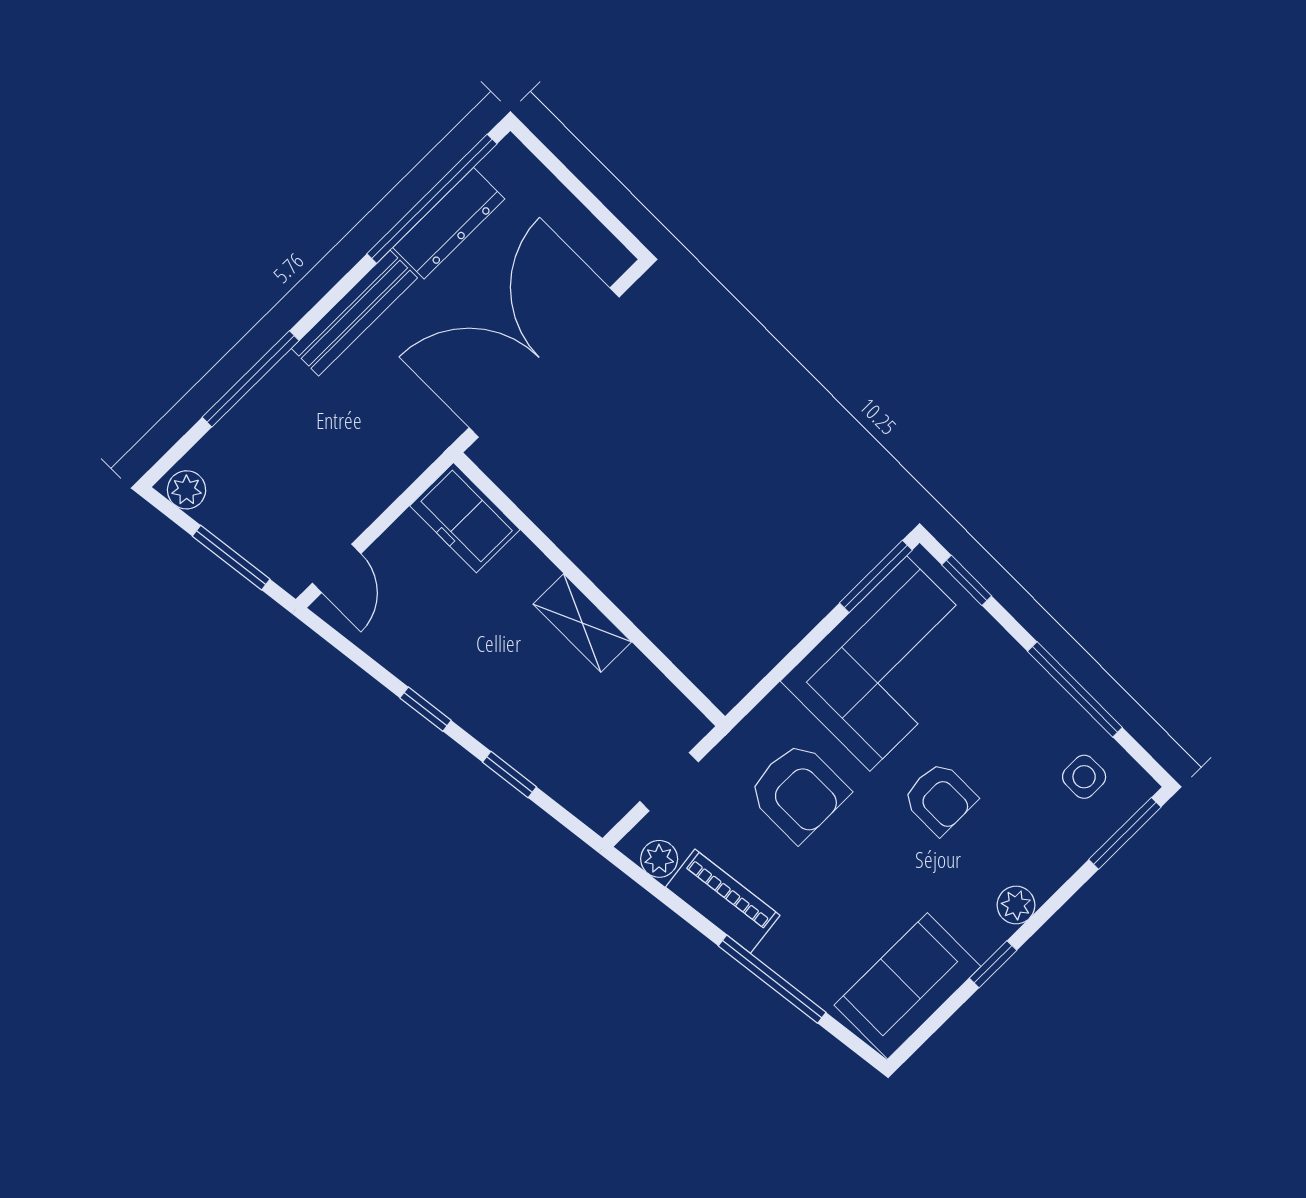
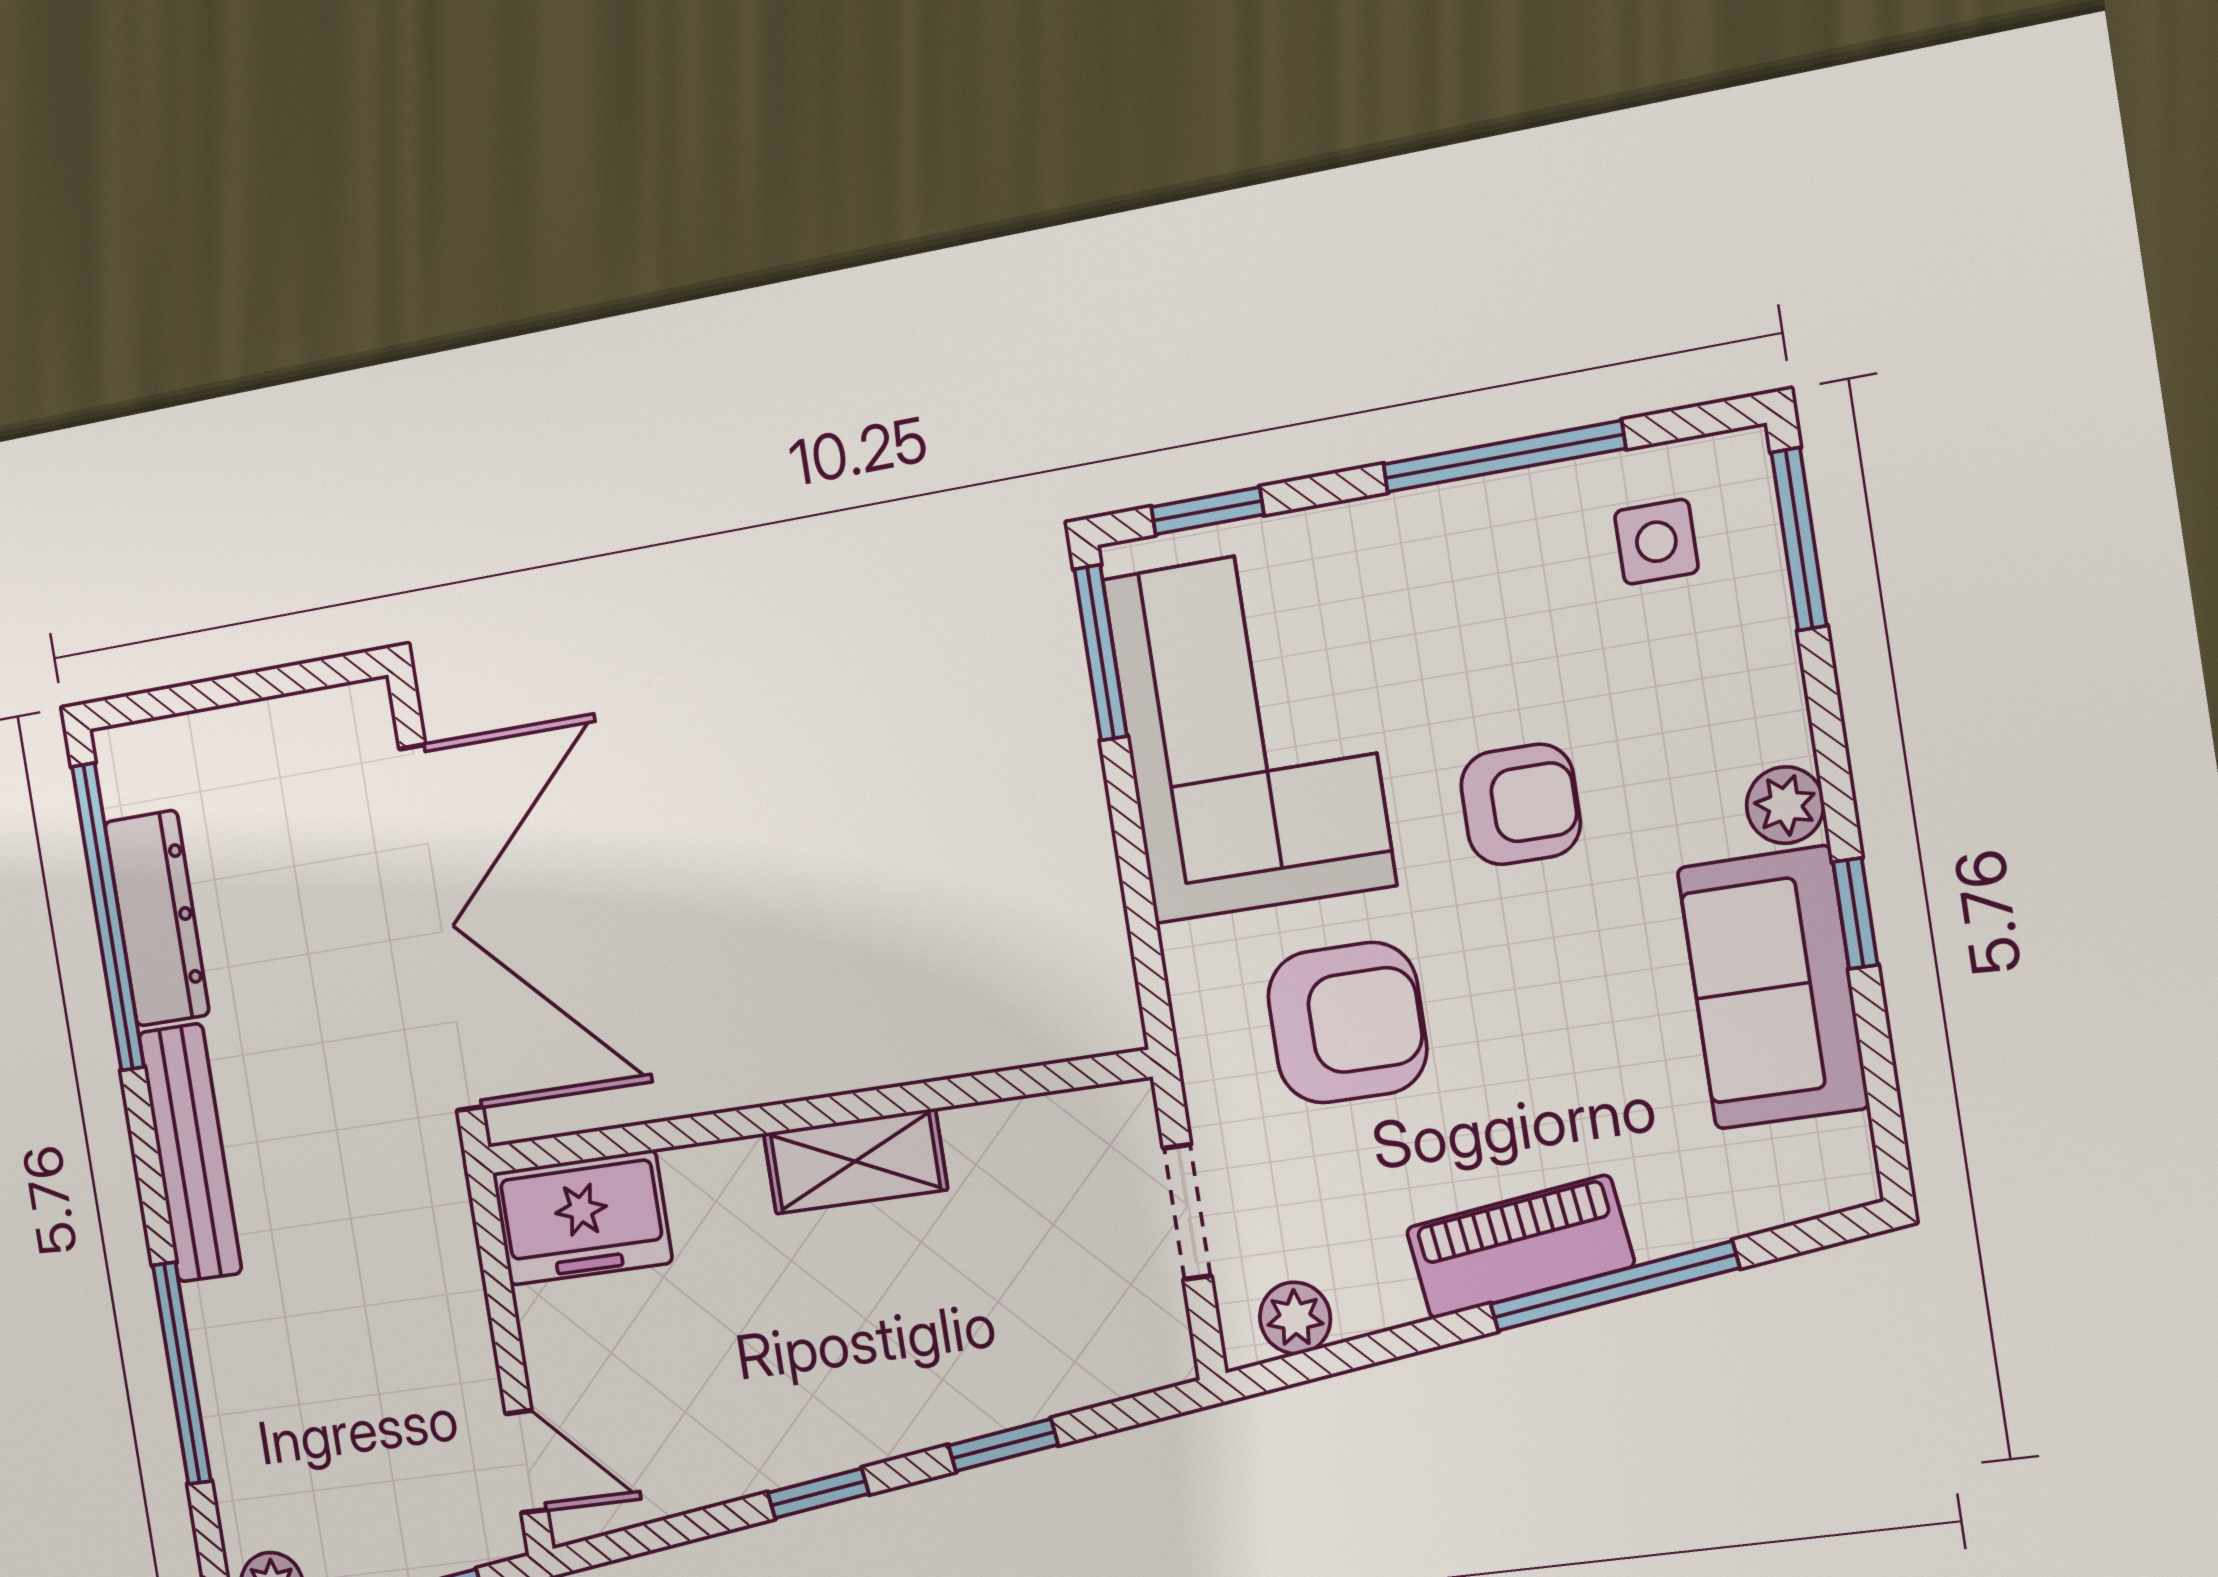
double door: (544, 362) -> (441, 928), swing flipped
piano: (723, 901) -> (1520, 1247), moved
sofa: (907, 986) -> (1773, 988), moved

